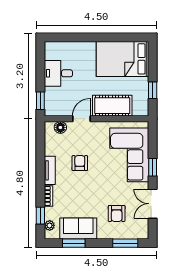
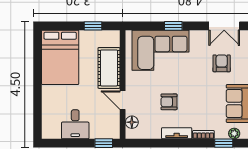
double door: (153, 204) -> (224, 26), moved
armchair: (117, 213) -> (222, 63), turned -90

